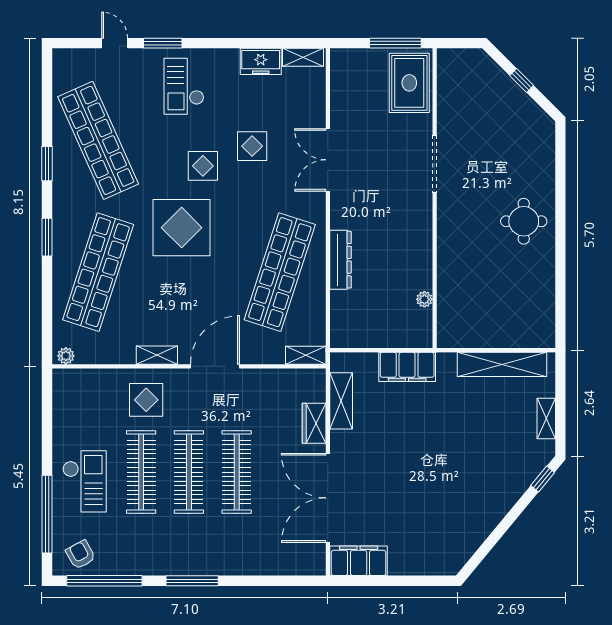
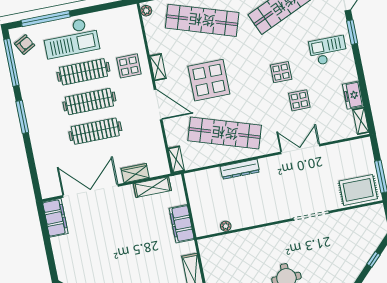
display table: (182, 228) -> (209, 80), moved
checkout: (85, 481) -> (71, 38), width x1.36, depth x1.21

